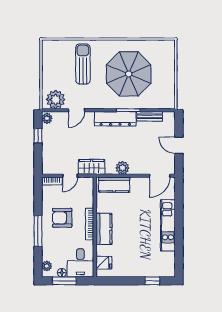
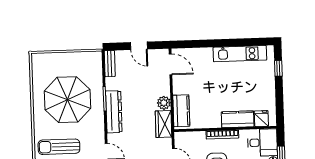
bench: (150, 116) -> (110, 64), moved
door: (179, 145) -> (139, 46), hinge flipped
wardrobe: (92, 167) -> (163, 124), moved
kitchen unit: (168, 225) -> (240, 54), moved
kitchen counter: (104, 229) -> (238, 119), moved

